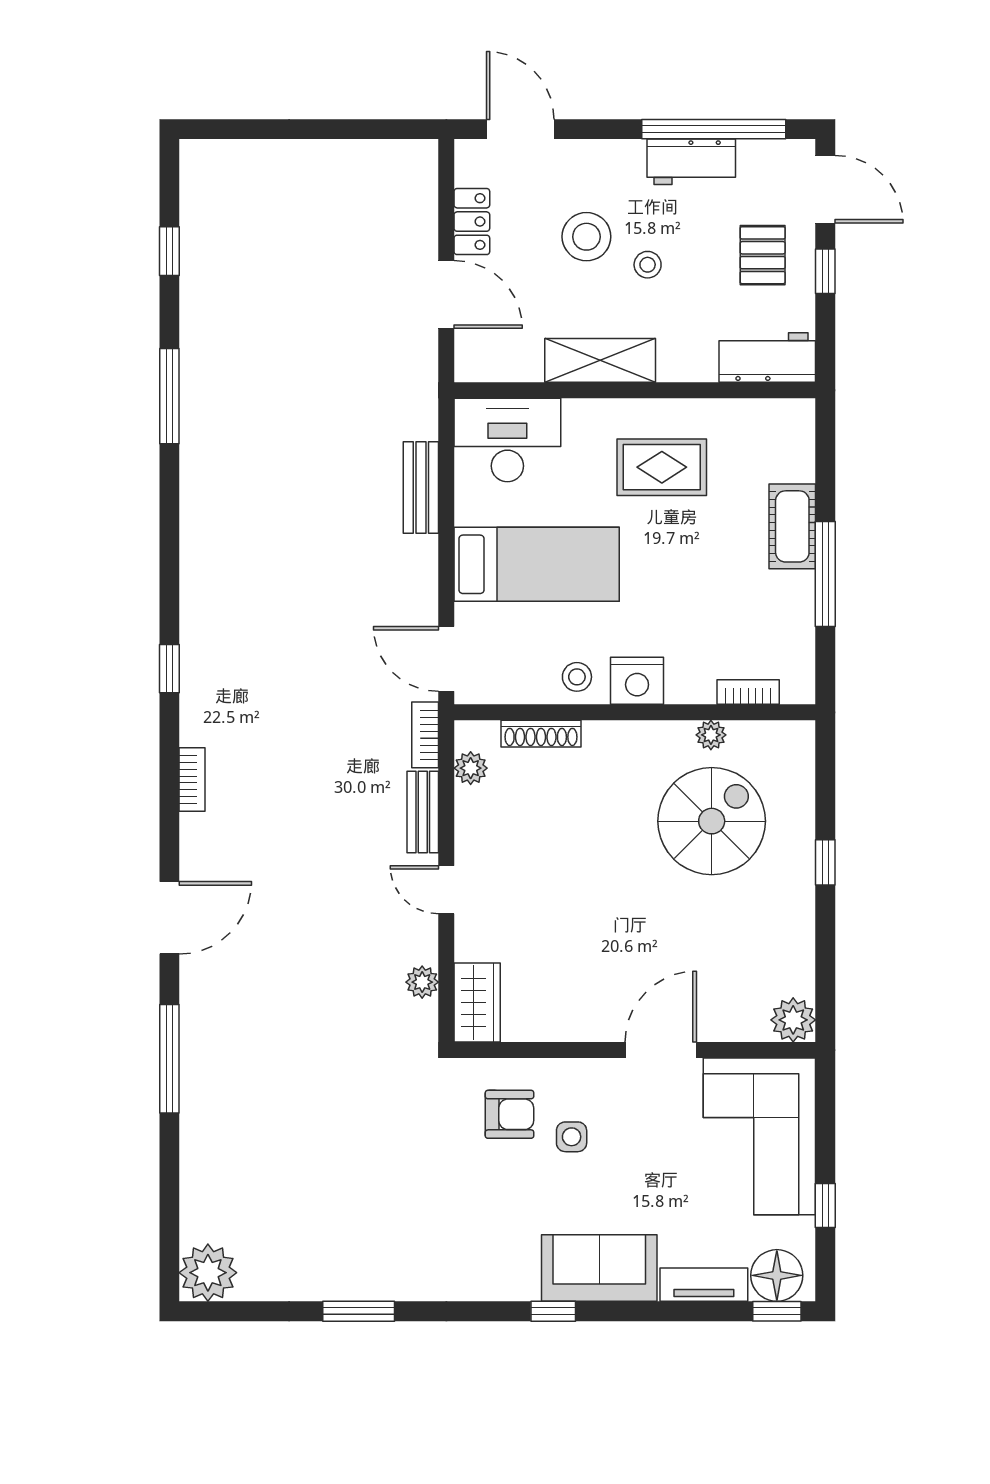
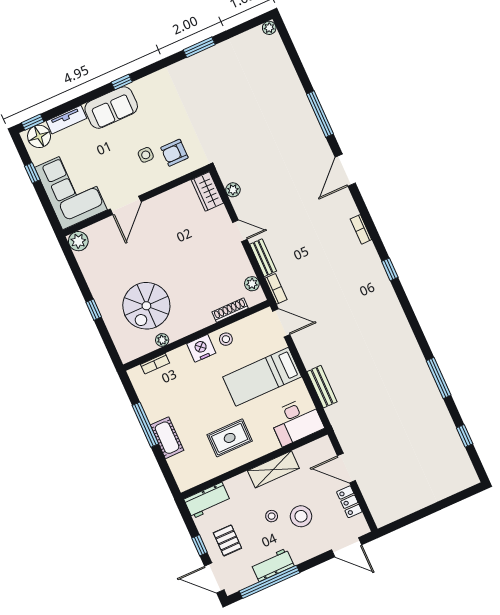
plant: (208, 1273) -> (269, 28), width x0.53, depth x0.53

